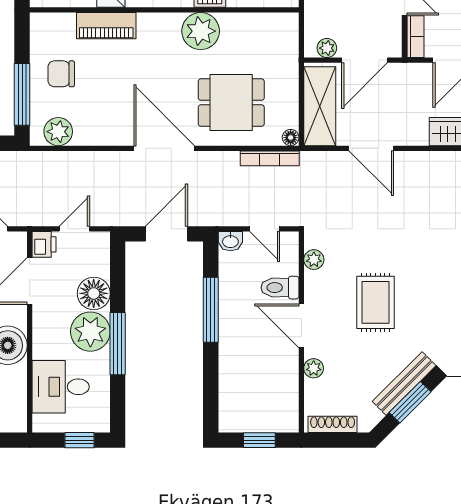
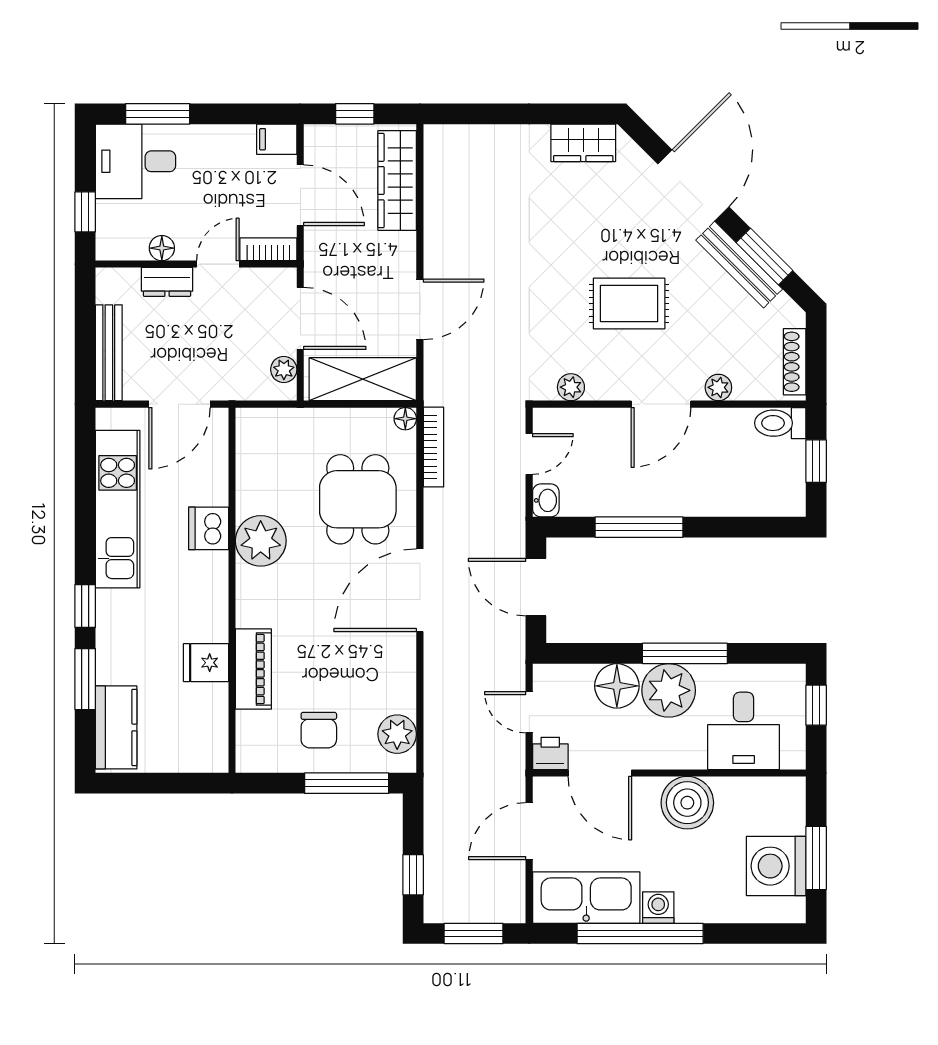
toilet: (280, 288) -> (780, 423), moved, turned 90

